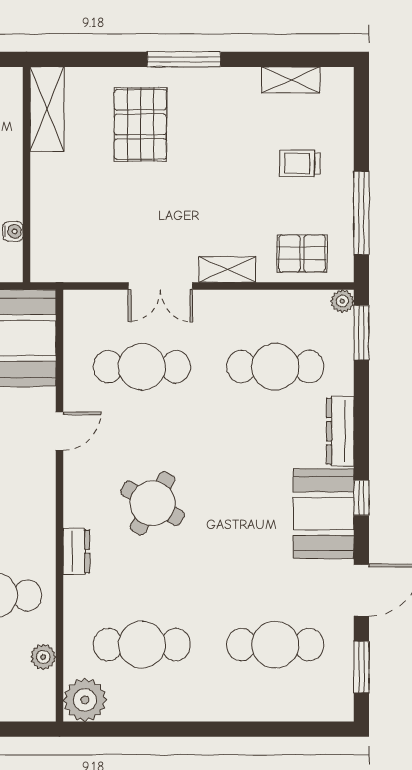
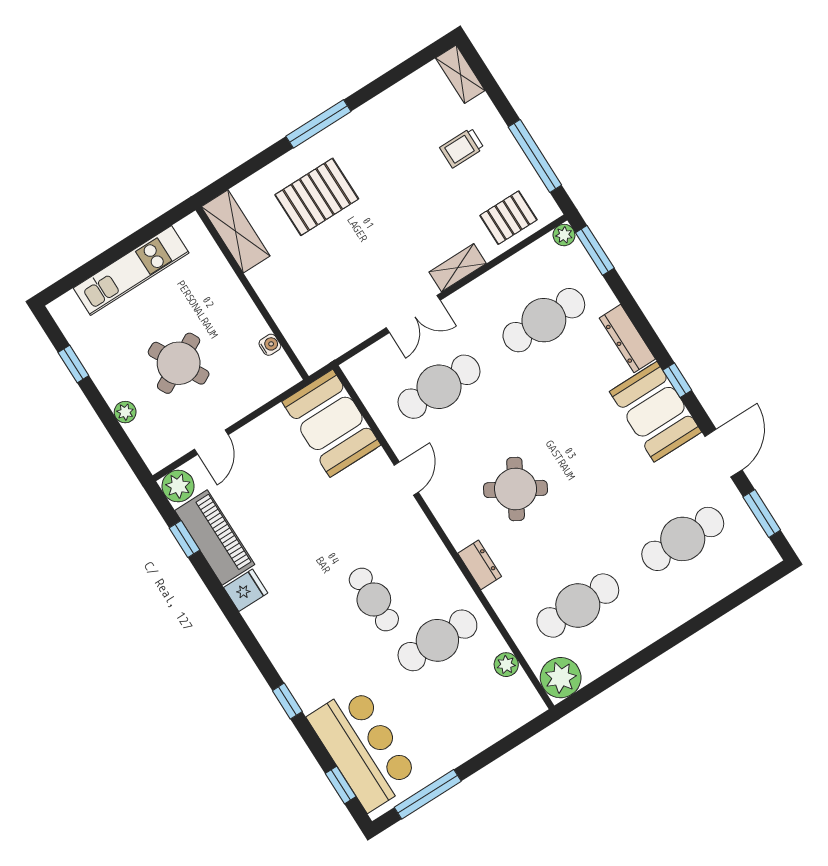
shelving: (291, 80) -> (460, 74), moved, turned 90
pallet: (140, 124) -> (317, 197), turned 90

